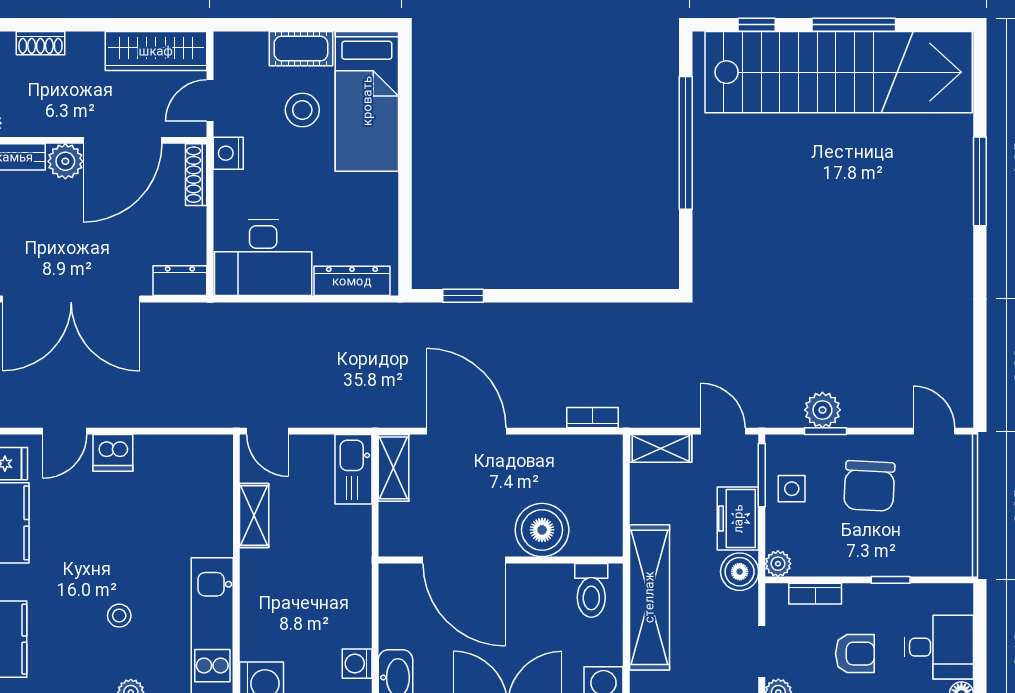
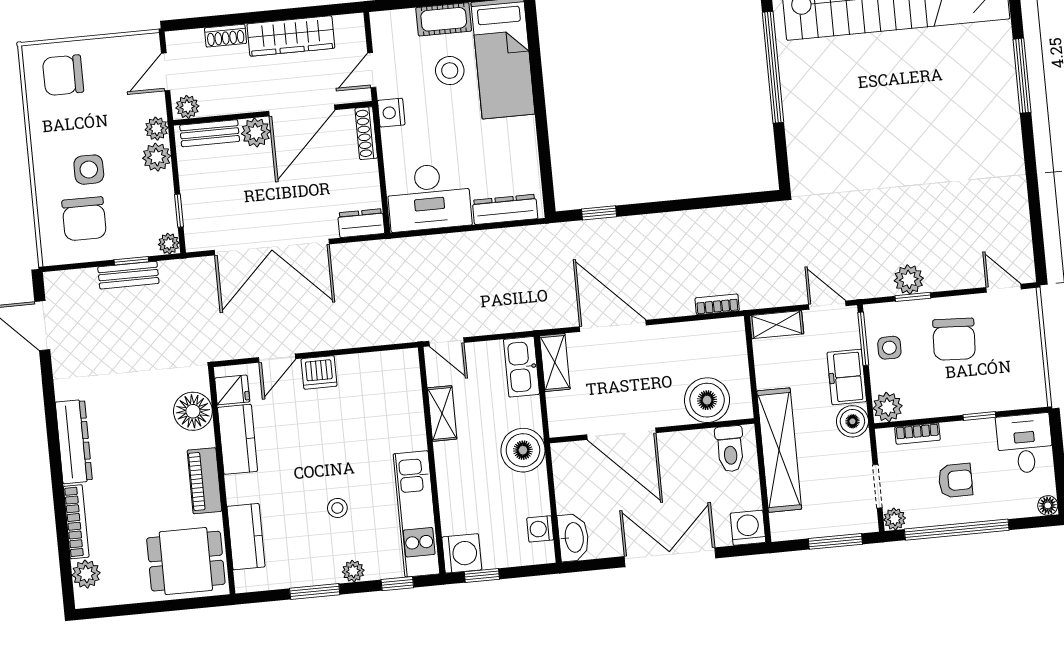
wardrobe: (156, 51) -> (291, 36), moved
boiler: (542, 530) -> (707, 400), moved
plant: (778, 564) -> (888, 407), width x1.38, depth x1.38
boiler: (346, 568) -> (523, 450), added
desk: (939, 647) -> (1025, 444), moved, turned -90

